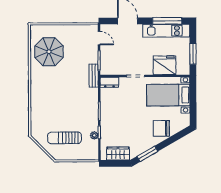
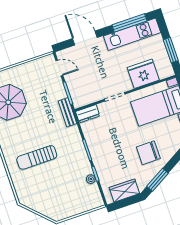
chair: (161, 128) -> (148, 153), moved
sun lounger: (64, 138) -> (37, 157), moved

